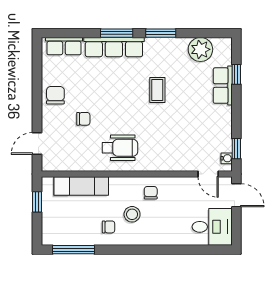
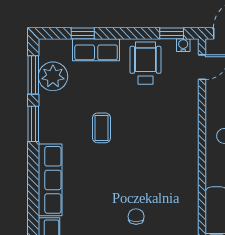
window: (117, 33) -> (33, 75), moved
coffee table: (157, 90) -> (101, 128), turned 90
wheelchair: (120, 148) -> (145, 63), moved

